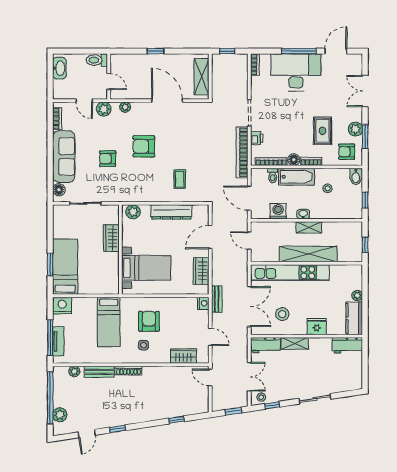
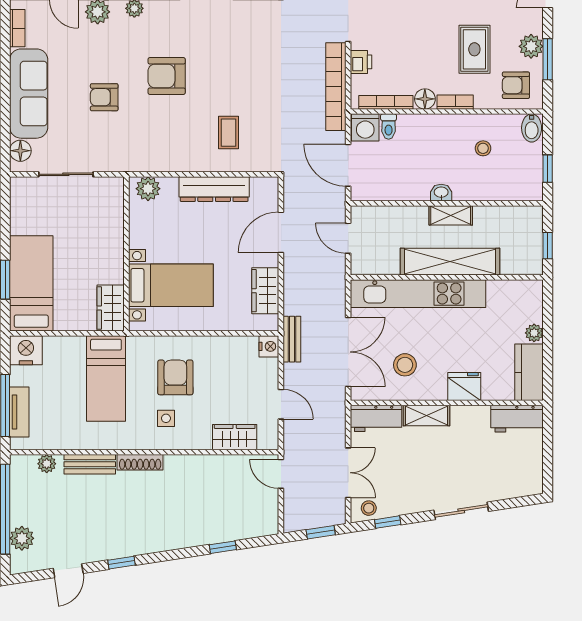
bathtub: (297, 177) -> (430, 128), removed
washing machine: (278, 211) -> (365, 127), moved, turned 180
wardrobe: (111, 238) -> (111, 308), moved

